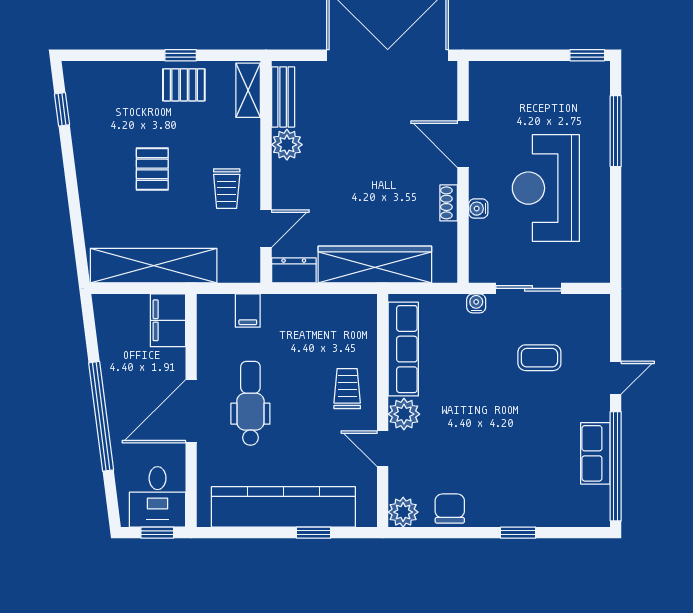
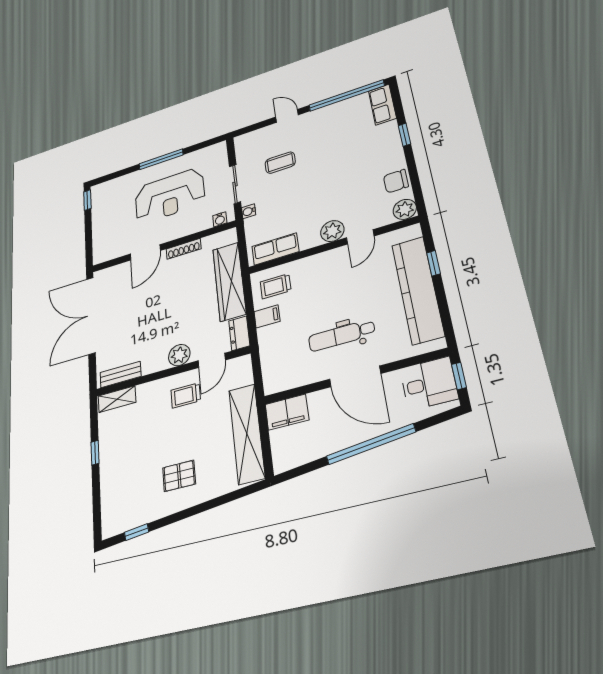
pallet: (184, 85) -> (115, 445), removed
window: (616, 131) -> (161, 159), moved
plant: (287, 145) -> (179, 355), moved
pallet: (152, 169) -> (179, 476), moved
trolley: (227, 189) -> (186, 395), turned 180
shoe rack: (449, 203) -> (184, 249), width x1.43
water cooler: (478, 209) -> (220, 219), moved
door: (266, 229) -> (212, 360), swing flipped
filing cabinet: (248, 311) -> (267, 316), moved
row of seats: (403, 349) -> (275, 249), width x0.68
coffee table: (539, 358) -> (280, 163), turned 90
trolley: (347, 389) -> (276, 286), moved
row of seats: (595, 453) -> (382, 105), moved, turned 90

